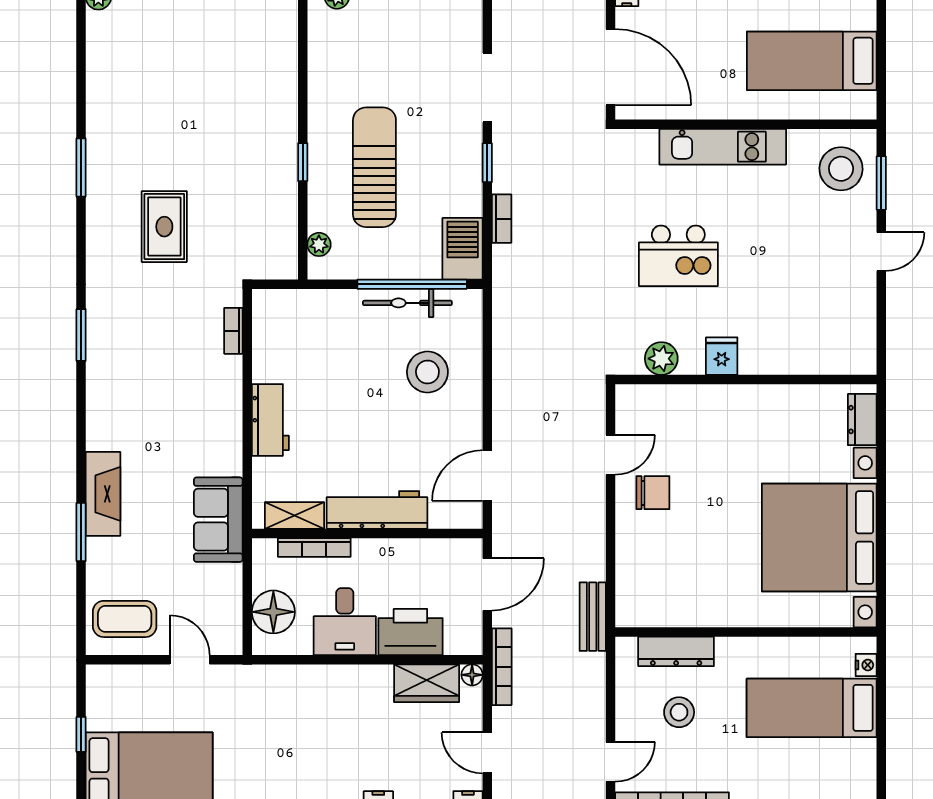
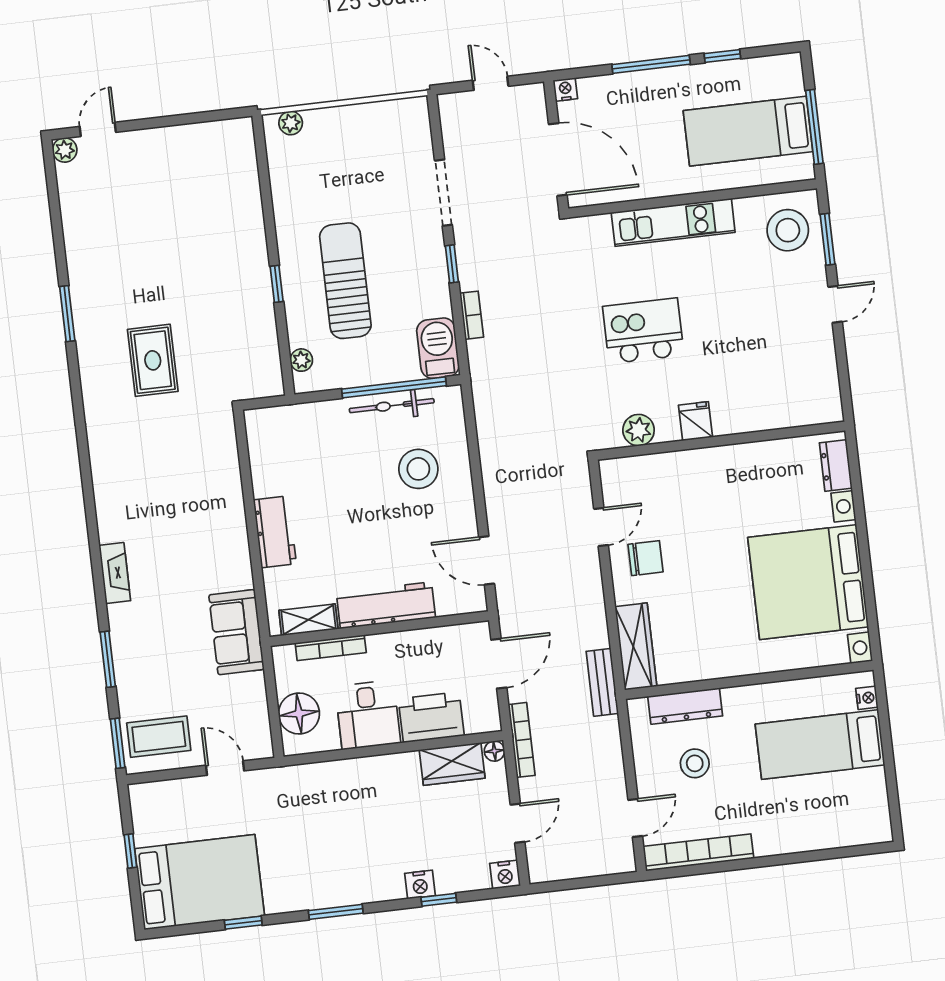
window: (881, 64) -> (814, 127), added
kitchen island: (678, 256) -> (643, 331), turned 180
bookcase: (233, 331) -> (230, 452), removed
window: (81, 335) -> (118, 743), moved
door: (487, 476) -> (487, 560), hinge flipped
fireplace: (103, 494) -> (115, 573), moved, width x0.73, depth x0.76
wardrobe: (632, 583) -> (636, 646), added
door: (487, 753) -> (518, 823), swing flipped

